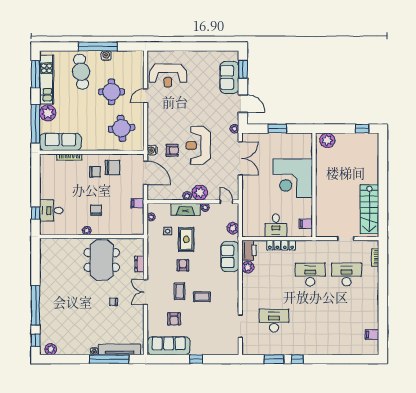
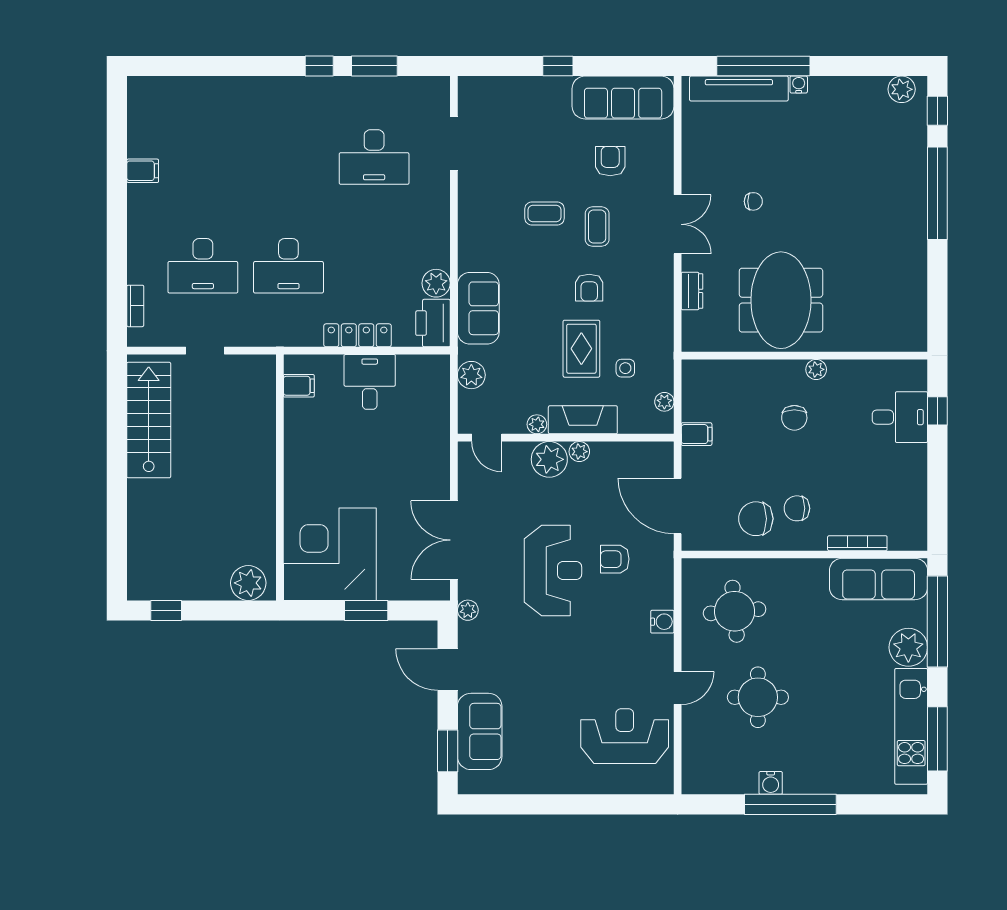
cafe table: (81, 72) -> (830, 745), removed
water cooler: (152, 150) -> (662, 622), moved
corner desk: (293, 178) -> (330, 554), moved, turned -90
filing cabinet: (372, 334) -> (143, 171), moved

